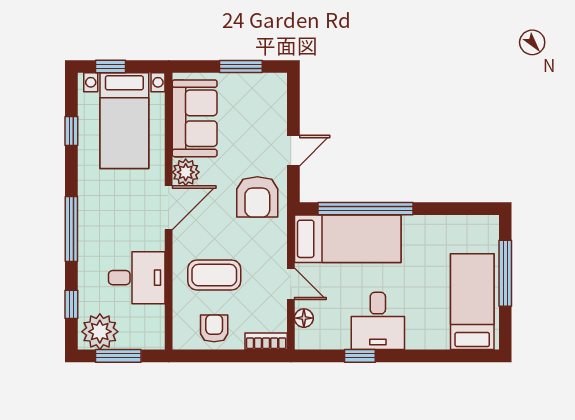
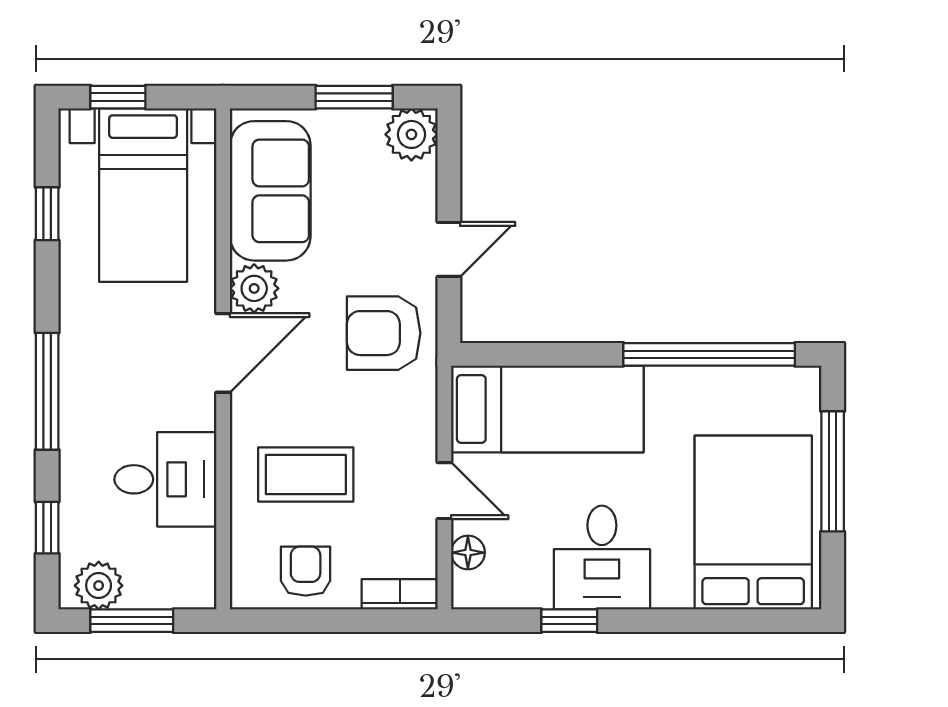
plant: (273, 87) -> (411, 134), added
armchair: (257, 197) -> (384, 333), turned 90
window: (366, 209) -> (709, 354), moved
bed: (472, 302) -> (753, 523), width x1.50
plant: (100, 332) -> (99, 586), width x0.73, depth x0.73

